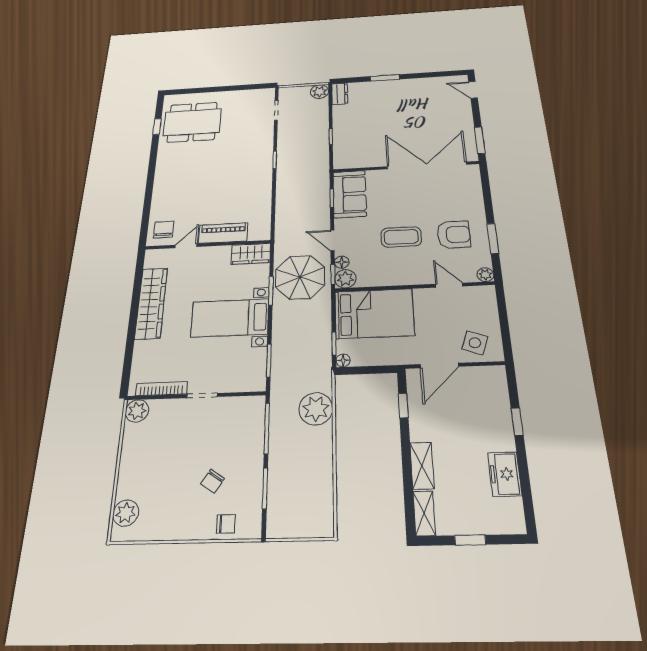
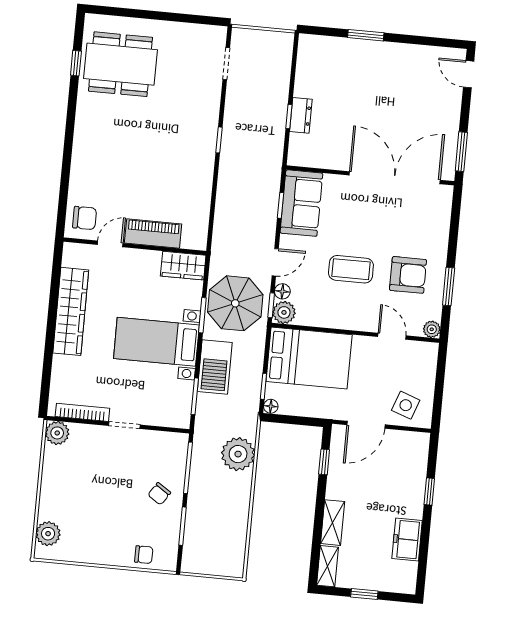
plant: (320, 92) -> (282, 43), removed
dresser: (340, 94) -> (301, 115), moved
chair: (164, 230) -> (85, 218), turned 90
door: (332, 241) -> (275, 262), swing flipped
barbecue: (286, 332) -> (215, 367), added
chair: (213, 481) -> (159, 494), moved

